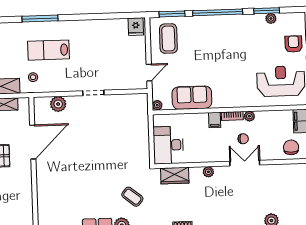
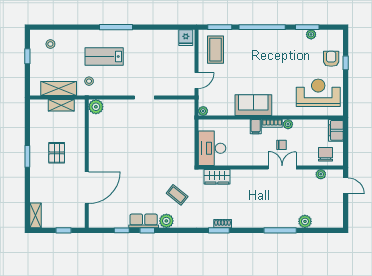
window: (40, 19) -> (116, 27), moved
sofa: (192, 98) -> (253, 105), moved
plant: (58, 104) -> (96, 107), moved
door: (33, 142) -> (87, 188), moved
plant: (208, 172) -> (321, 174), moved

